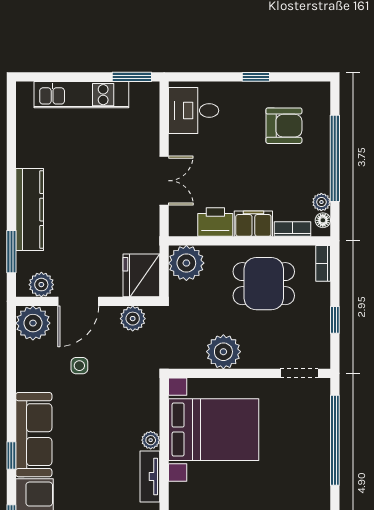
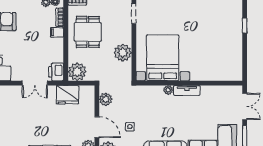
double door: (164, 181) -> (35, 83), swing flipped
printer: (215, 222) -> (56, 72), moved
filing cabinet: (253, 224) -> (57, 32), width x0.50
fridge: (141, 275) -> (68, 95), moved

